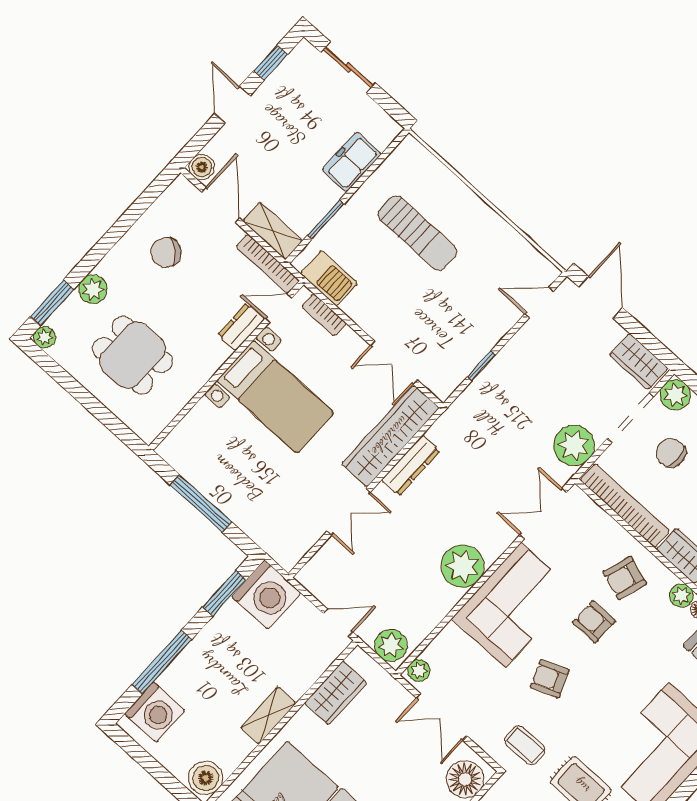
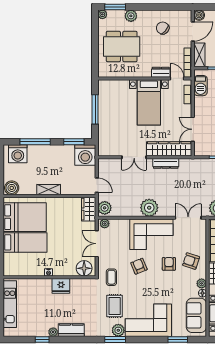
dining table: (132, 355) -> (122, 46), width x1.38
wardrobe: (336, 693) -> (89, 209), moved, turned 90

